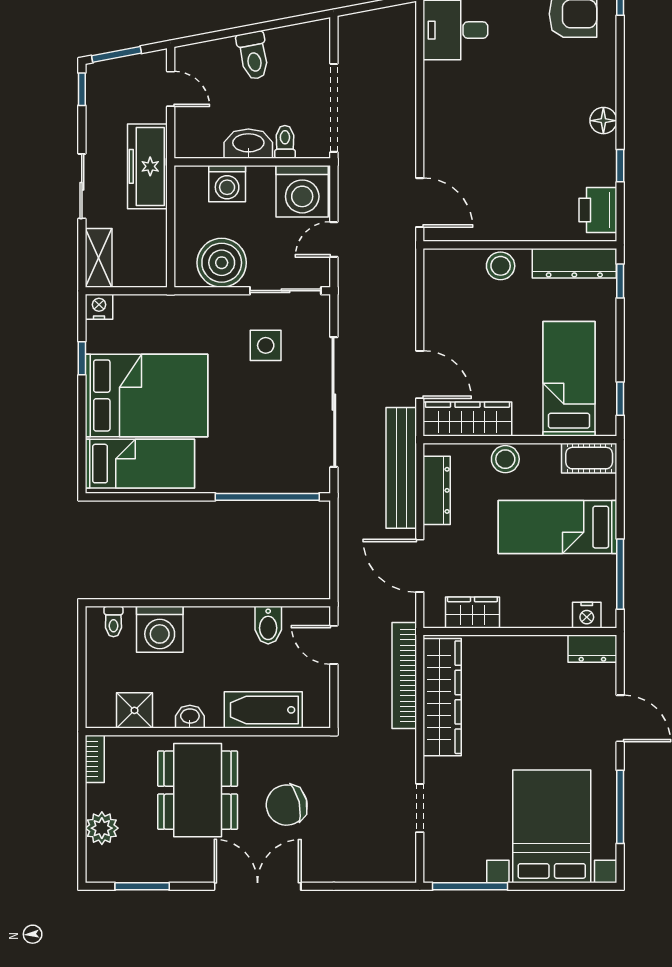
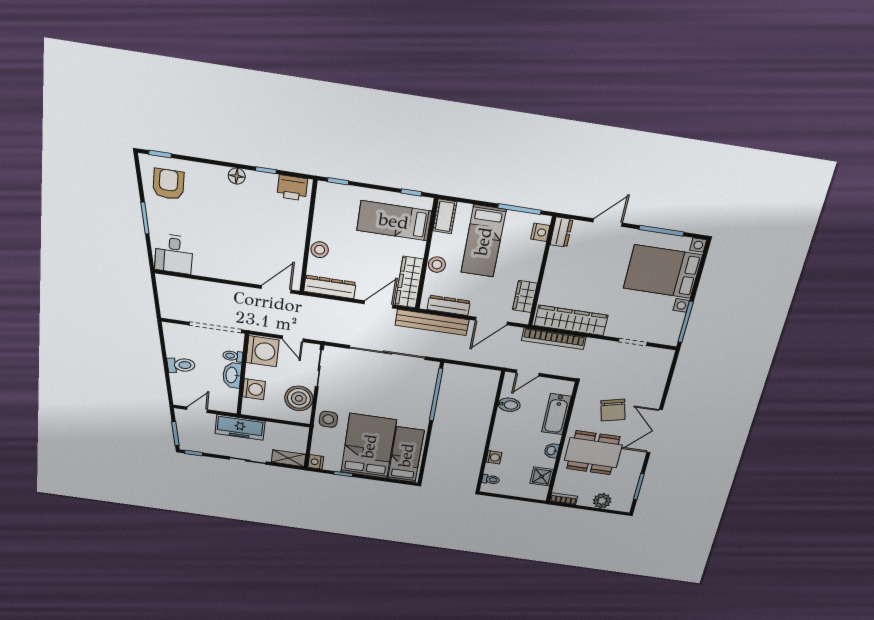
dresser: (574, 263) -> (330, 287), moved, turned -90
side table: (266, 345) -> (328, 419), moved
washing machine: (160, 629) -> (494, 457), width x0.53, depth x0.53

